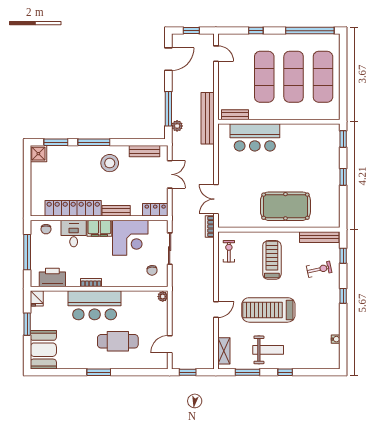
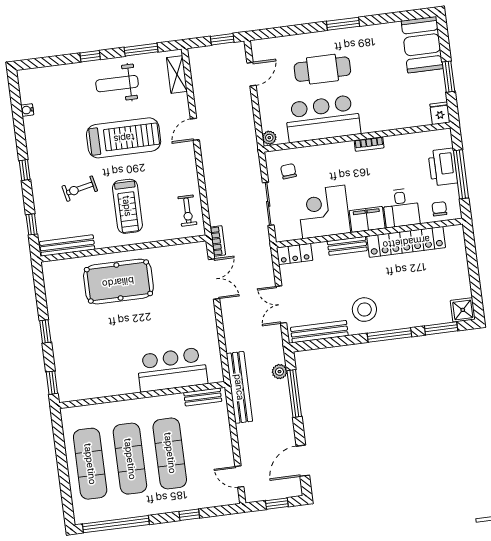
bench: (144, 151) -> (319, 332), width x1.36
exercise bike: (319, 269) -> (80, 189), moved
printer: (52, 277) -> (443, 167), moved, turned 90
bar counter: (95, 305) -> (323, 119), moved

